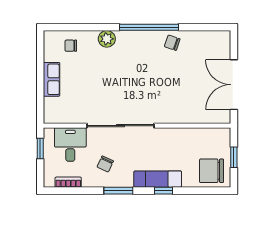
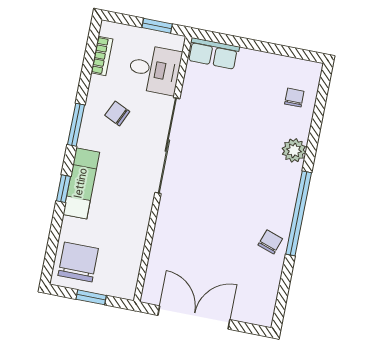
row of seats: (52, 79) -> (213, 53), moved

